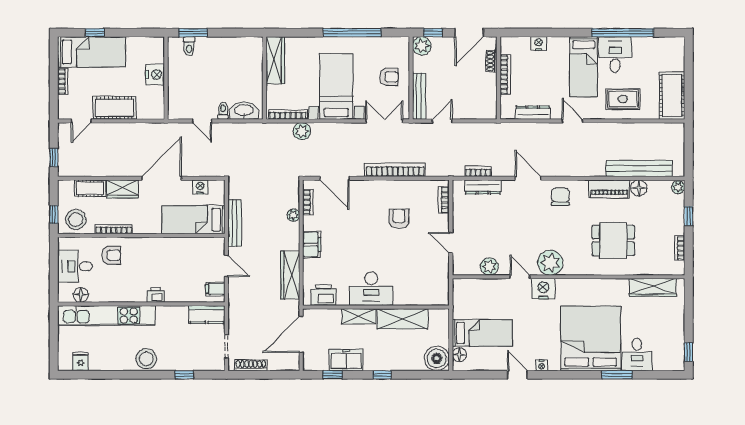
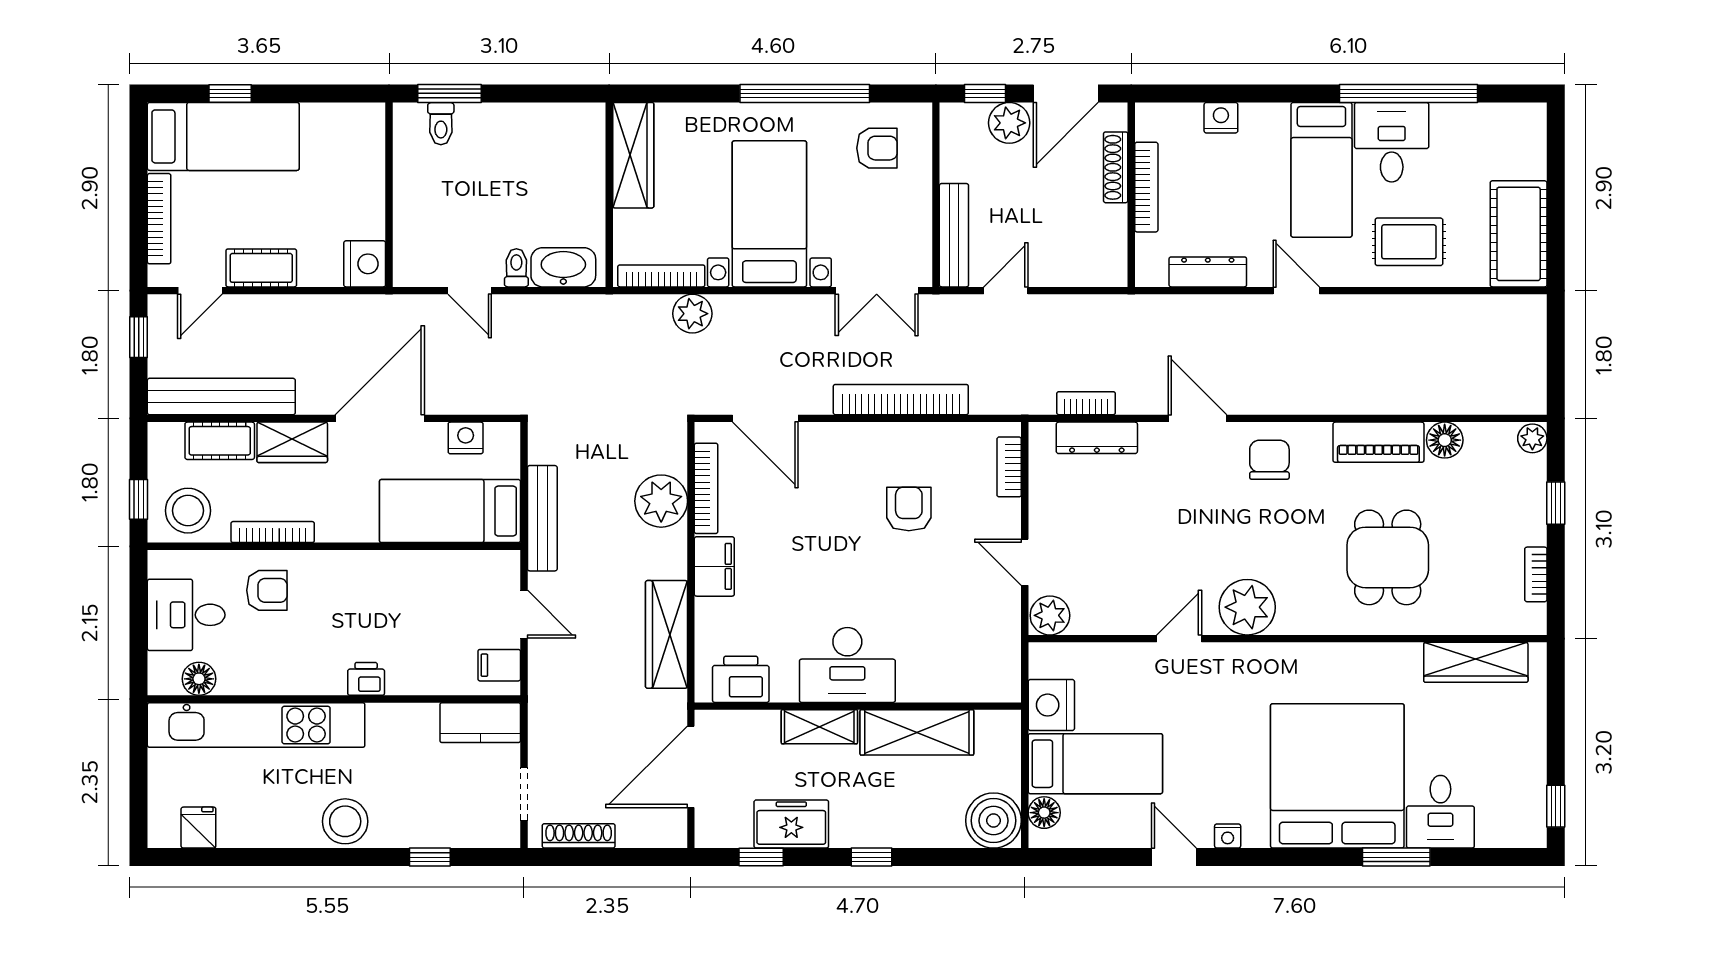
plant: (422, 46) -> (1009, 123), moved
shoe rack: (491, 61) -> (1116, 167), width x1.43
nightstand: (155, 74) -> (365, 264), moved
armchair: (389, 77) -> (877, 148), moved
bookcase: (63, 81) -> (159, 219), width x1.56
cot: (114, 108) -> (261, 268), width x0.73, depth x0.75
double door: (384, 121) -> (877, 291), swing flipped
window: (54, 158) -> (139, 337), moved
bench: (639, 168) -> (221, 397), moved
bookcase: (308, 202) -> (706, 488), width x1.56
plant: (293, 215) -> (661, 501), width x1.87, depth x1.87
dining table: (613, 241) -> (1388, 557), turned 90
plant: (489, 266) -> (1050, 615), moved
door: (520, 277) -> (1179, 639), hinge flipped
nightstand: (543, 289) -> (1051, 705), moved, turned -90

